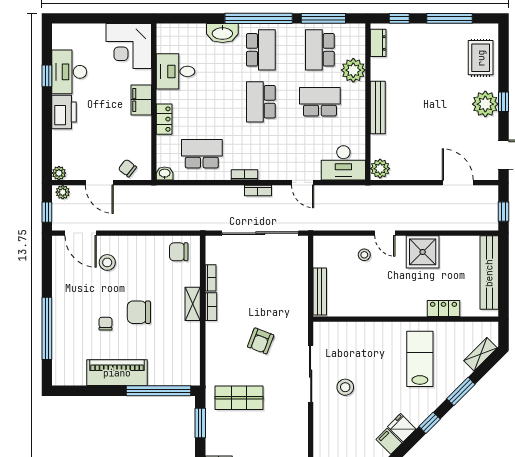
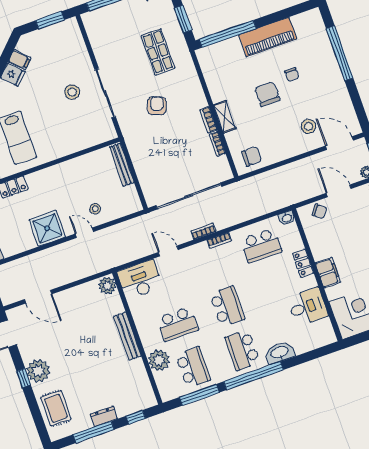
dresser: (378, 43) -> (104, 416), moved, turned 90
chair: (139, 312) -> (267, 94), turned -90
shop shelf: (239, 398) -> (158, 52), turned 90

